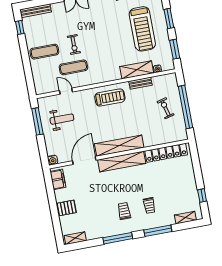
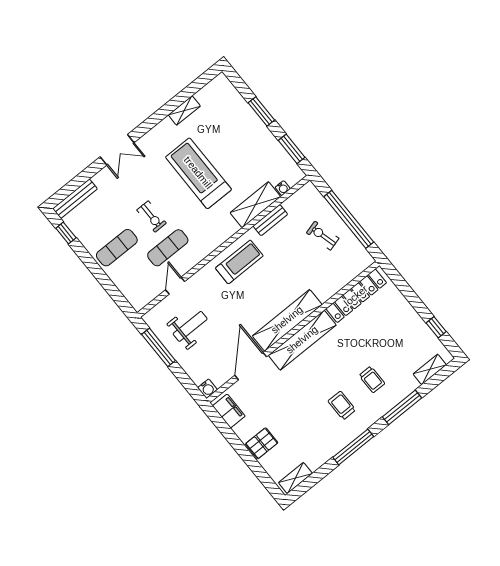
treadmill: (142, 29) -> (198, 173), moved, turned 180
door: (66, 91) -> (175, 286), hinge flipped

